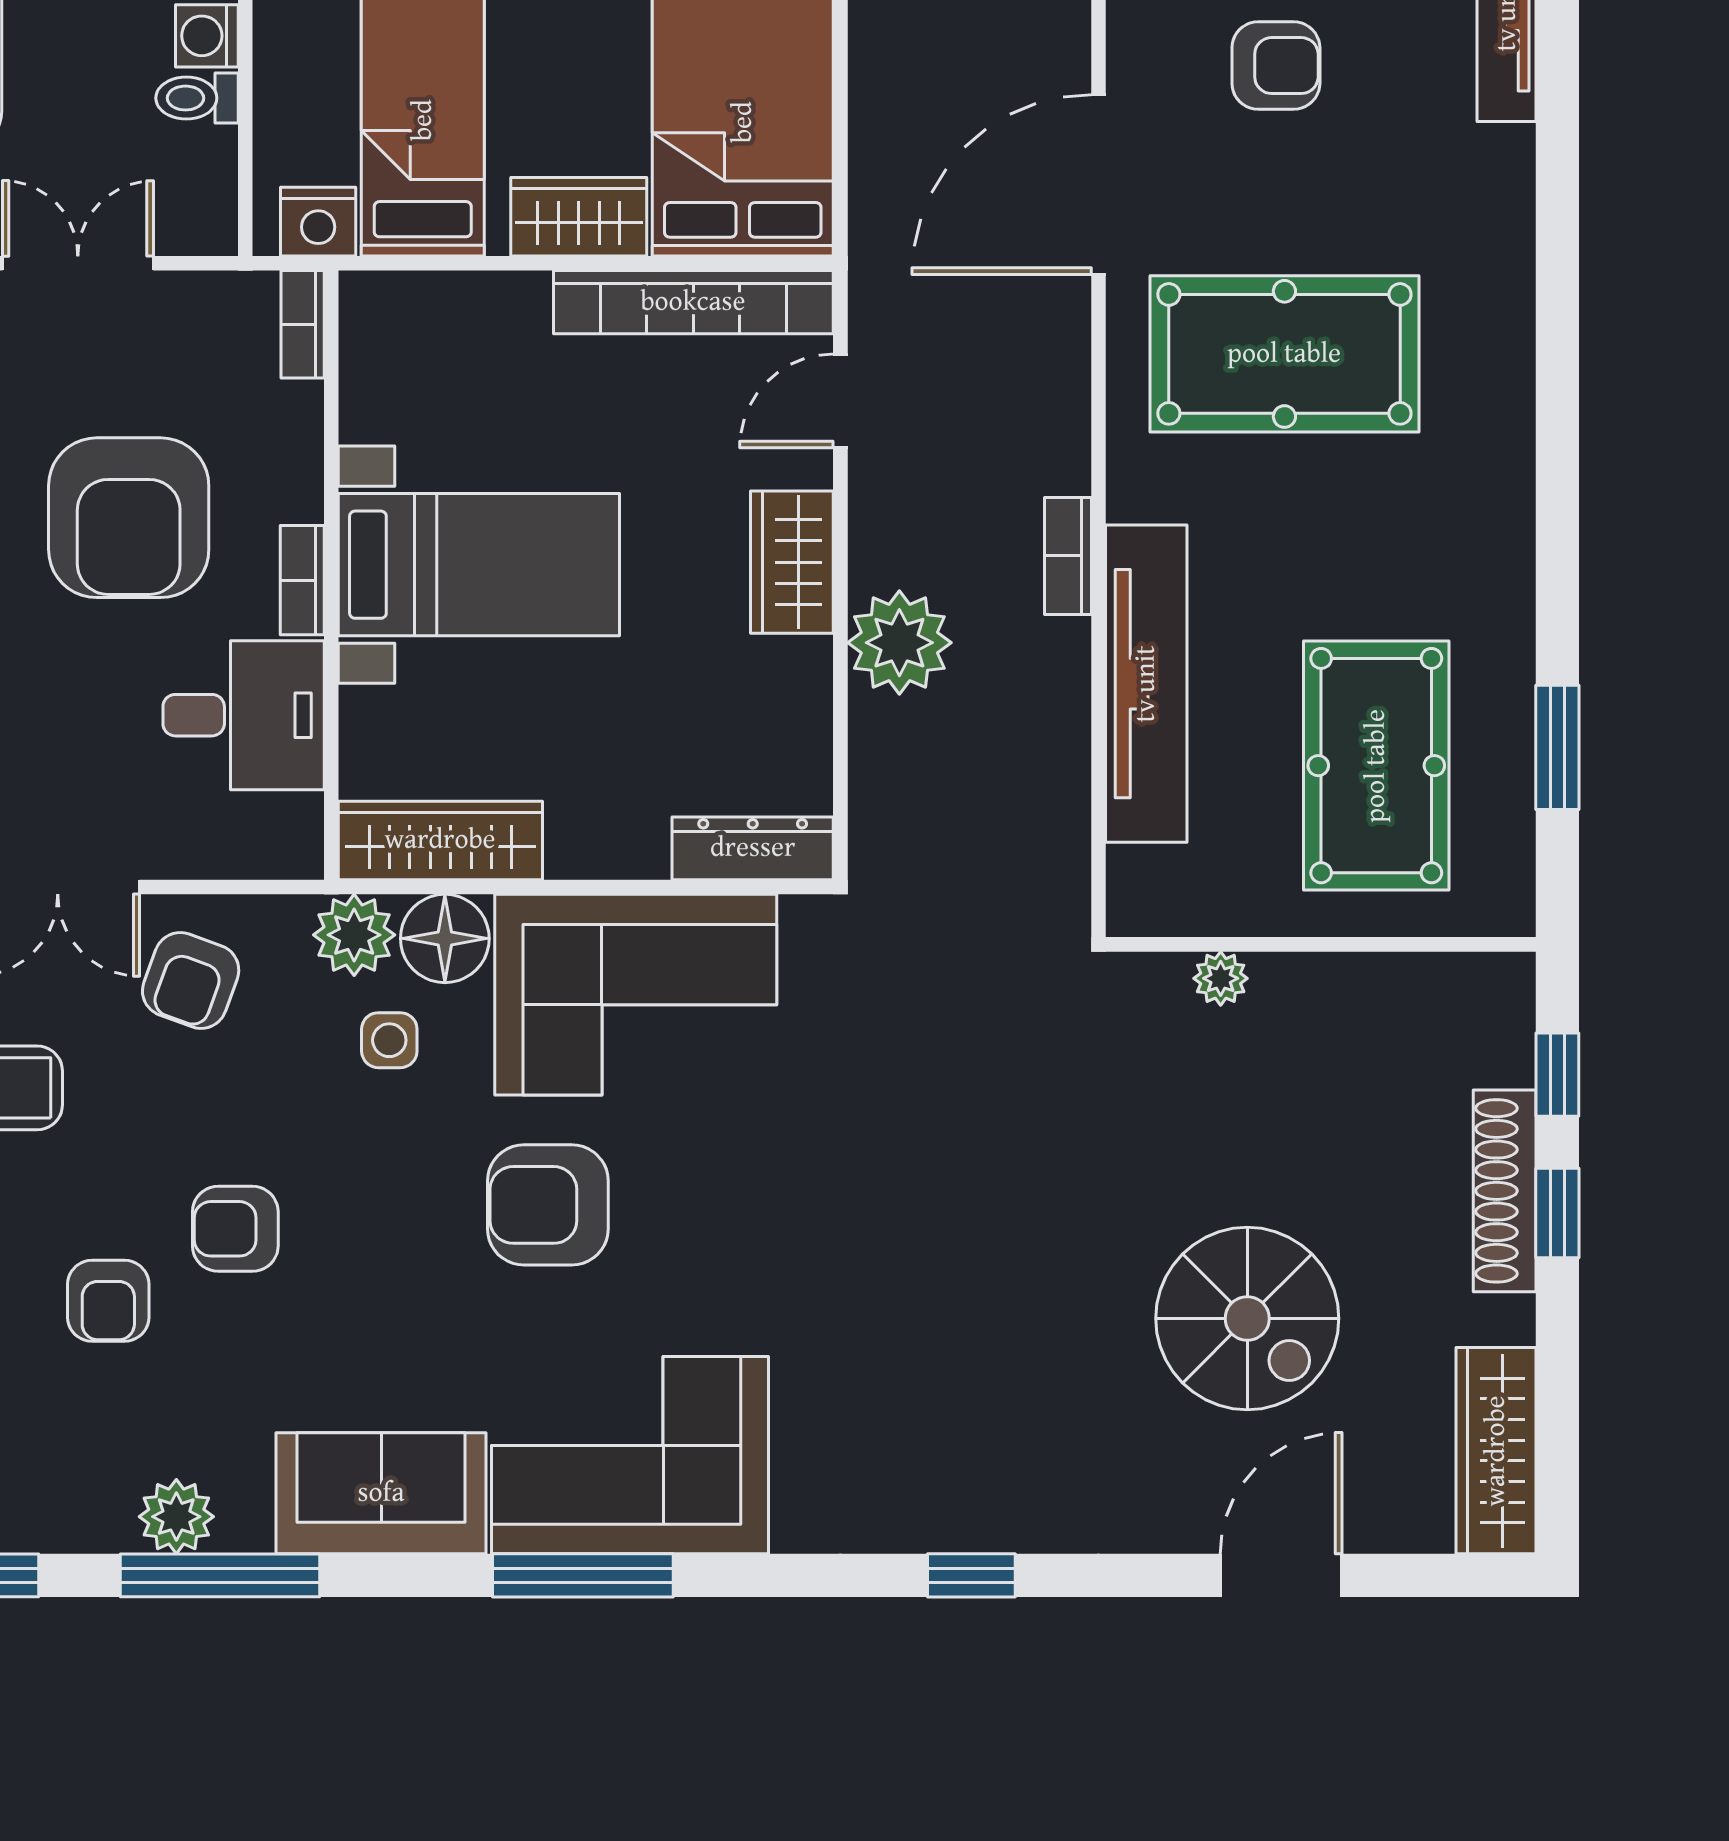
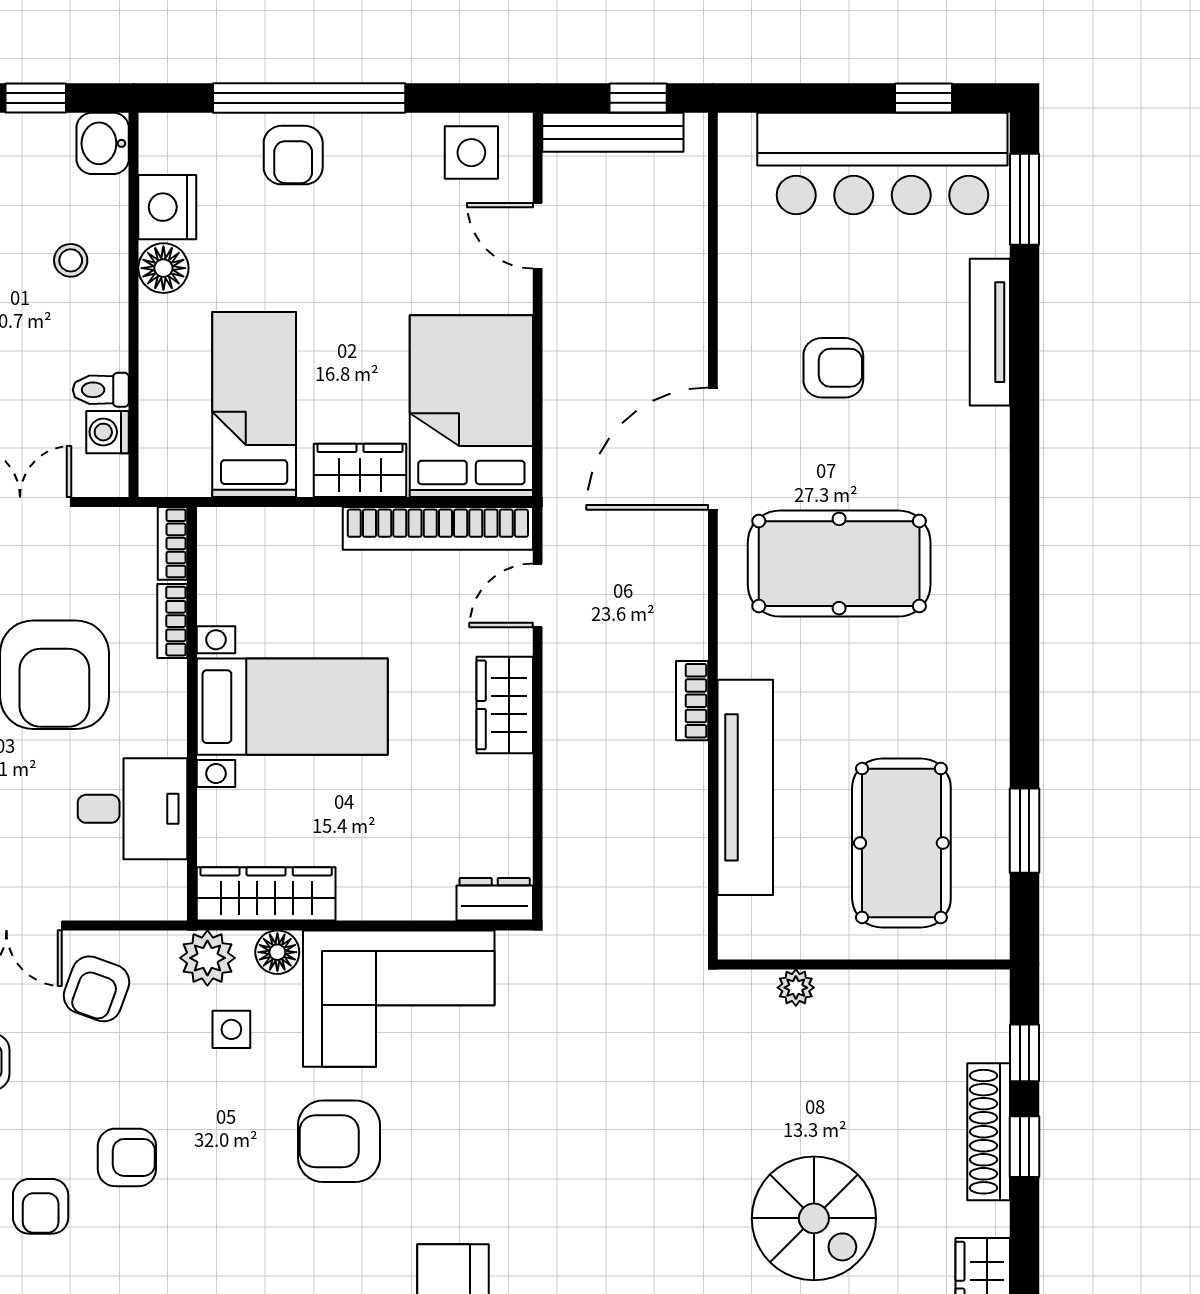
washing machine: (207, 36) -> (108, 432), moved
nightstand: (318, 222) -> (183, 474), removed
bookcase: (302, 580) -> (172, 621), moved
plant: (899, 643) -> (578, 759), removed
dresser: (753, 848) -> (495, 899), width x0.70
floor lamp: (445, 938) -> (277, 952), width x0.73, depth x0.73
armchair: (235, 1229) -> (127, 1157), turned 180

